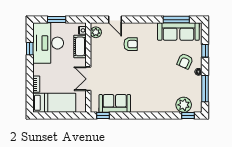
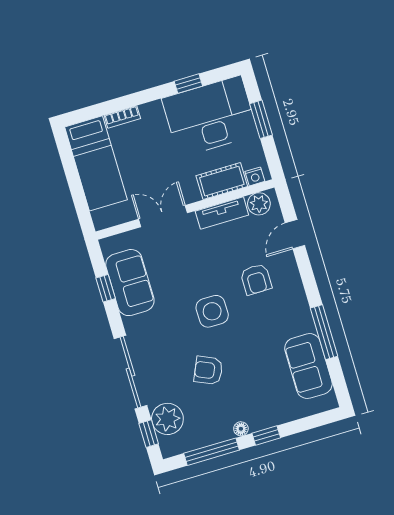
window: (176, 20) -> (324, 332), moved
sofa: (178, 32) -> (308, 366), width x0.73
tv unit: (95, 51) -> (222, 213), added
window: (205, 51) -> (266, 435), moved
armchair: (185, 61) -> (208, 370), moved
side table: (140, 69) -> (212, 311), added
window: (103, 116) -> (106, 288), moved
sliding door: (157, 116) -> (130, 372), added

